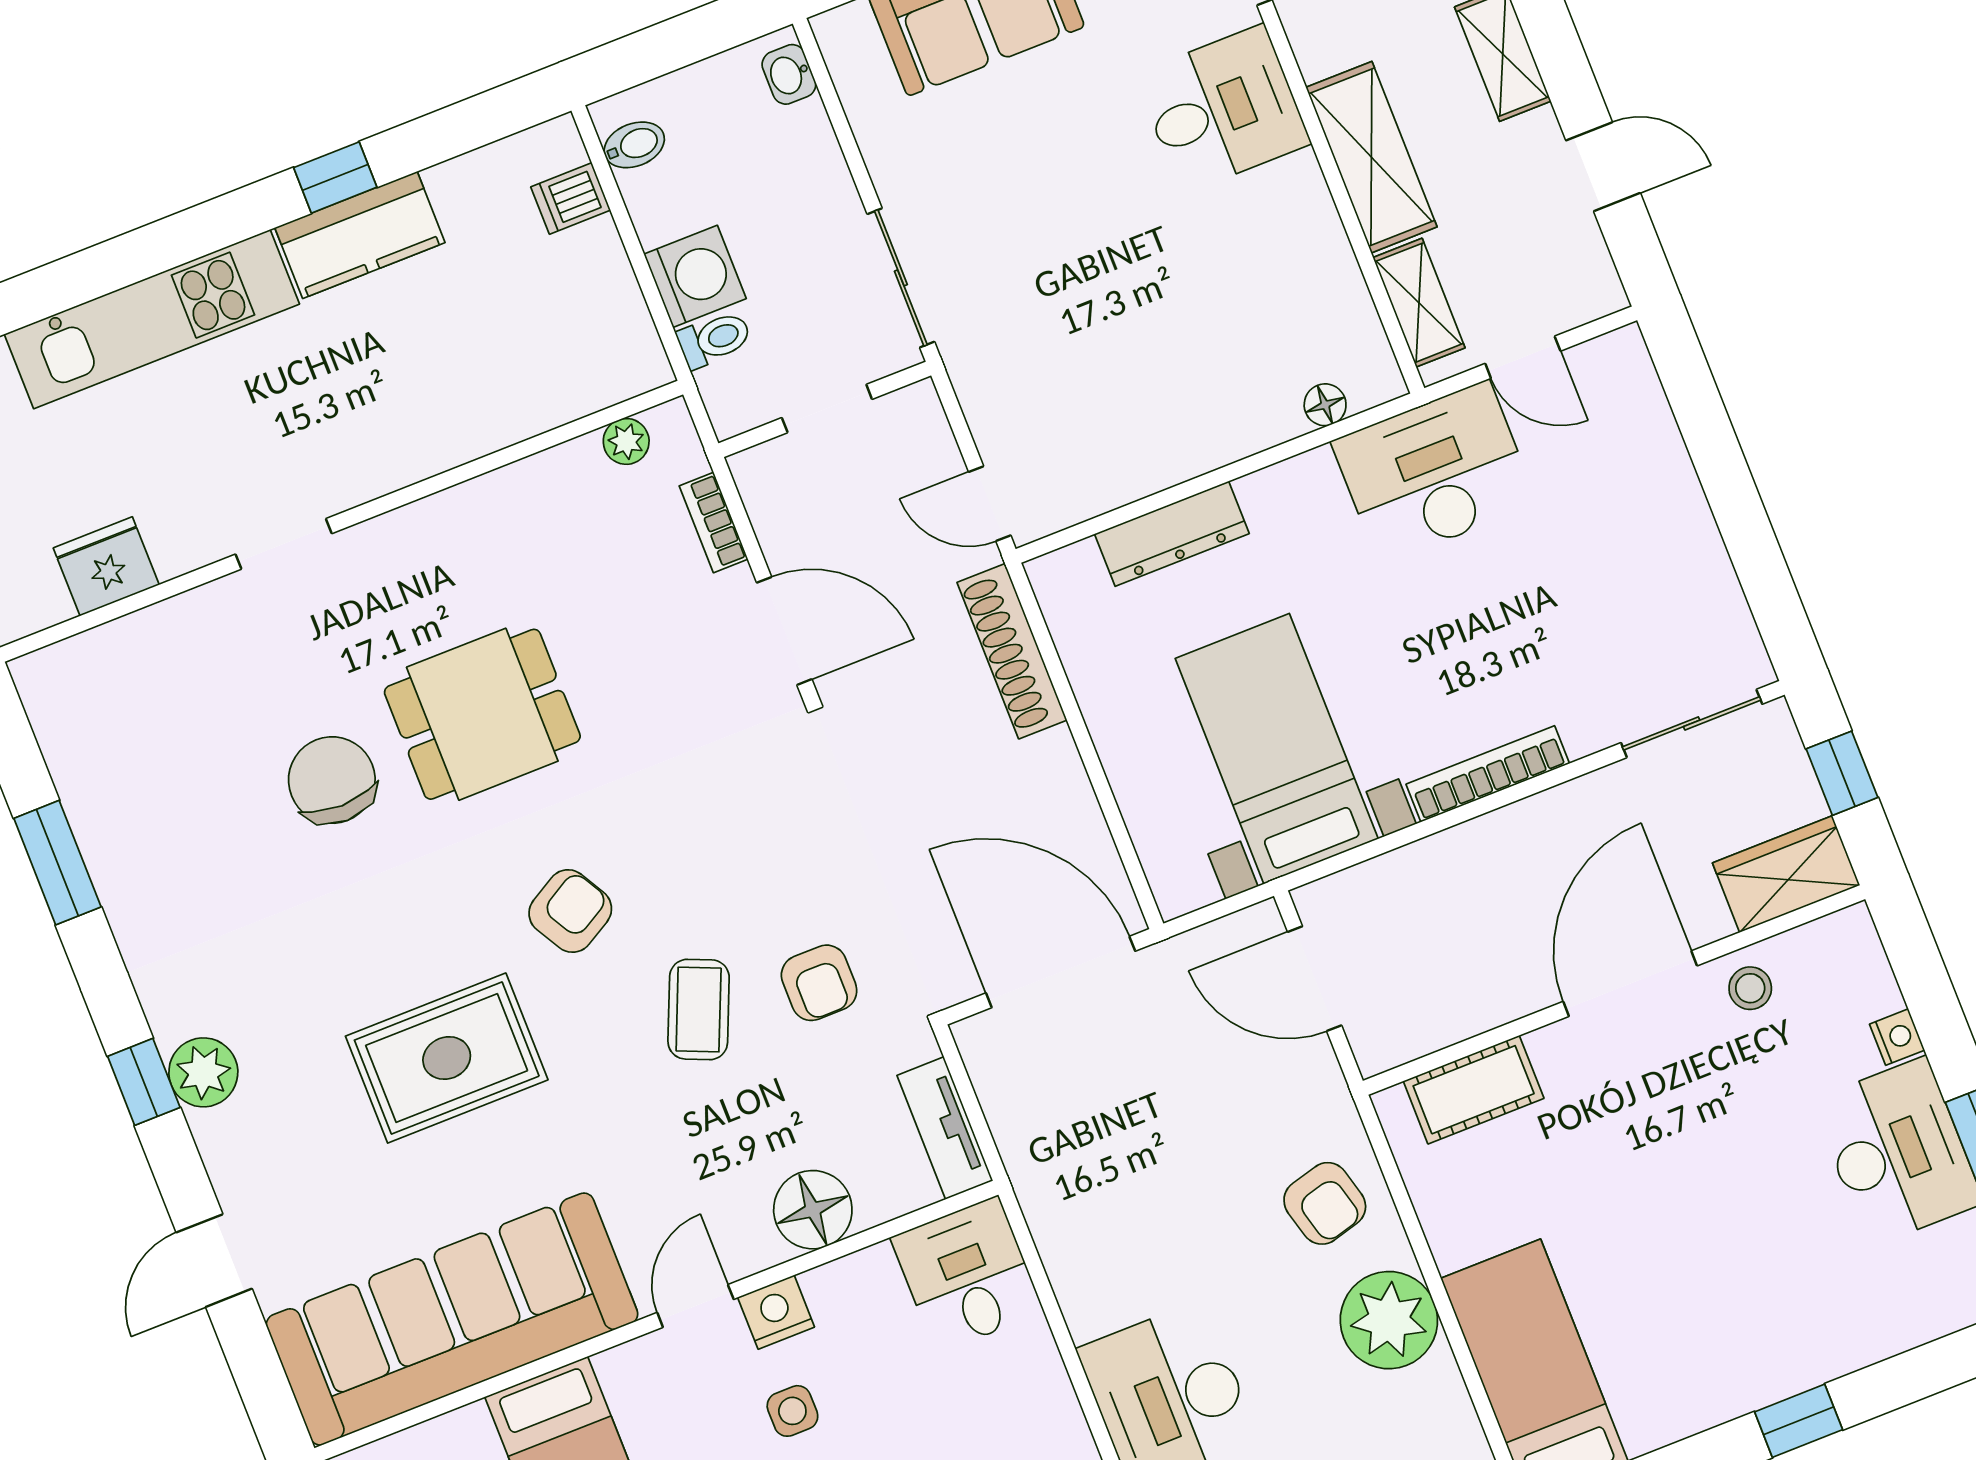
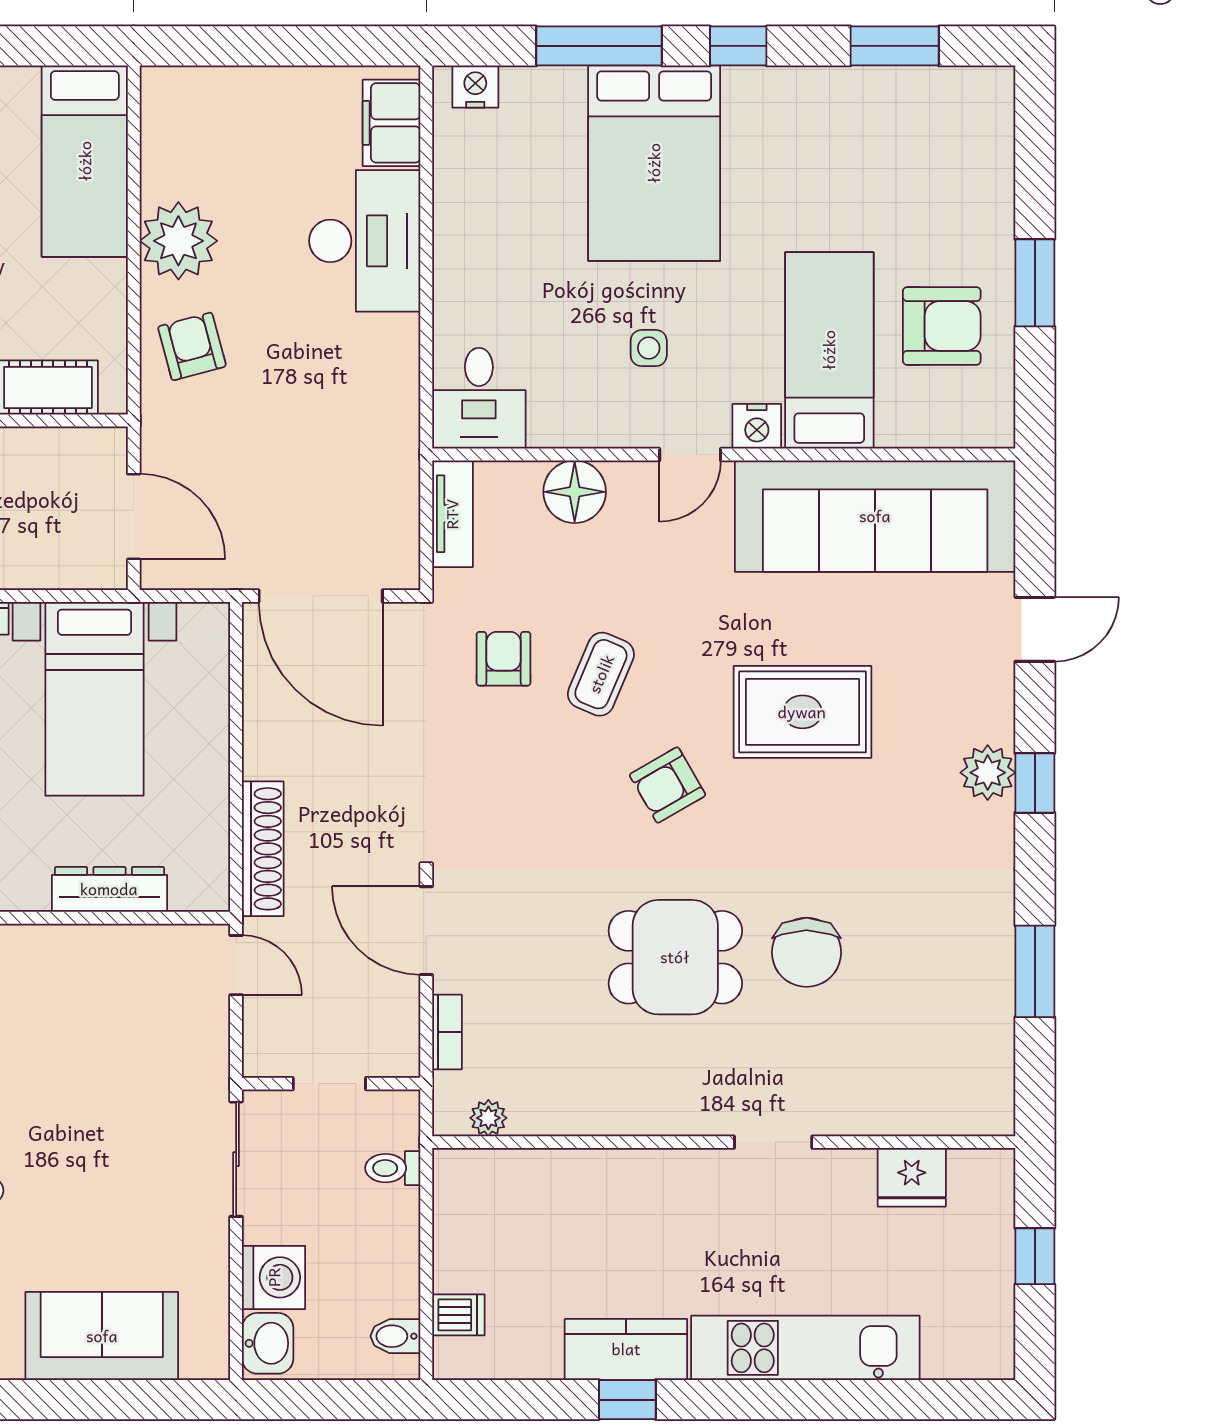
washbasin: (789, 74) -> (268, 1343), width x1.38, depth x1.45
washing machine: (695, 276) -> (274, 1277), moved, turned 180
nightstand: (776, 1312) -> (757, 426), moved

